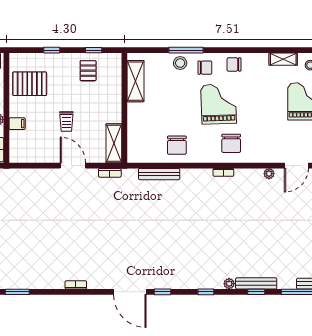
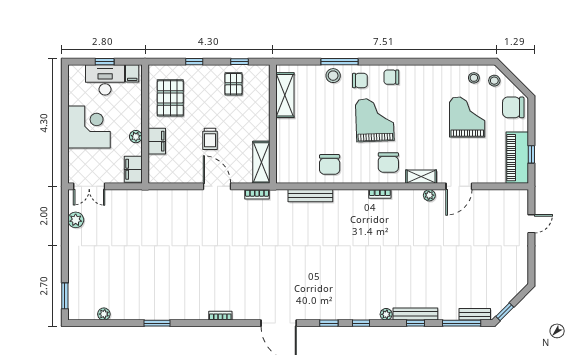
shelving: (283, 59) -> (421, 177), moved
pallet: (30, 84) -> (170, 98), turned 90
filing cabinet: (17, 124) -> (157, 141), width x2.00
window: (162, 292) -> (329, 323), moved

